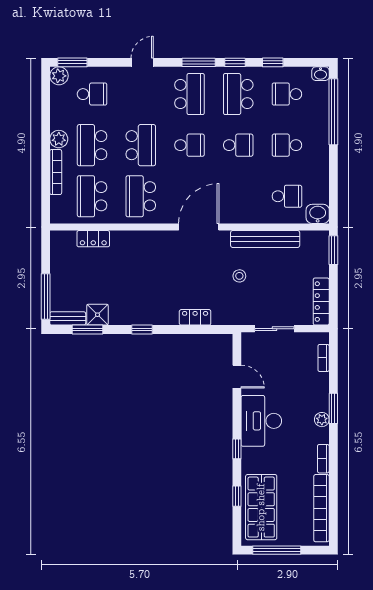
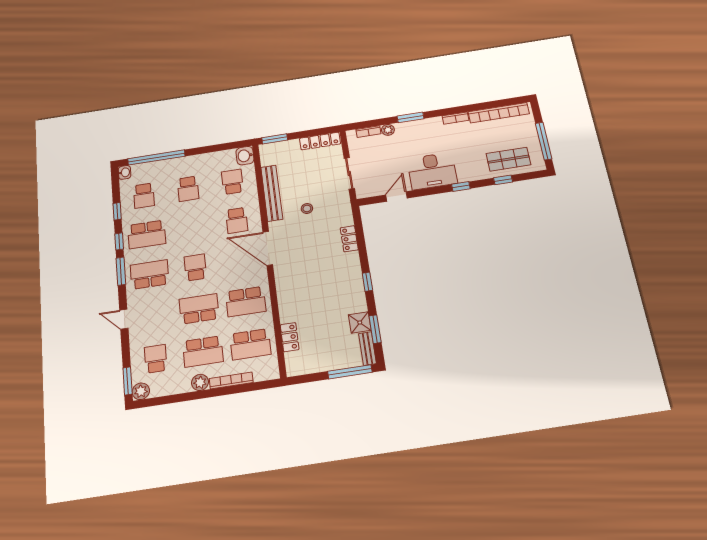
school desk: (238, 145) -> (237, 220), moved, turned 180
plant: (322, 420) -> (388, 130), moved
shop shelf: (261, 507) -> (508, 159), width x0.70, depth x0.74

